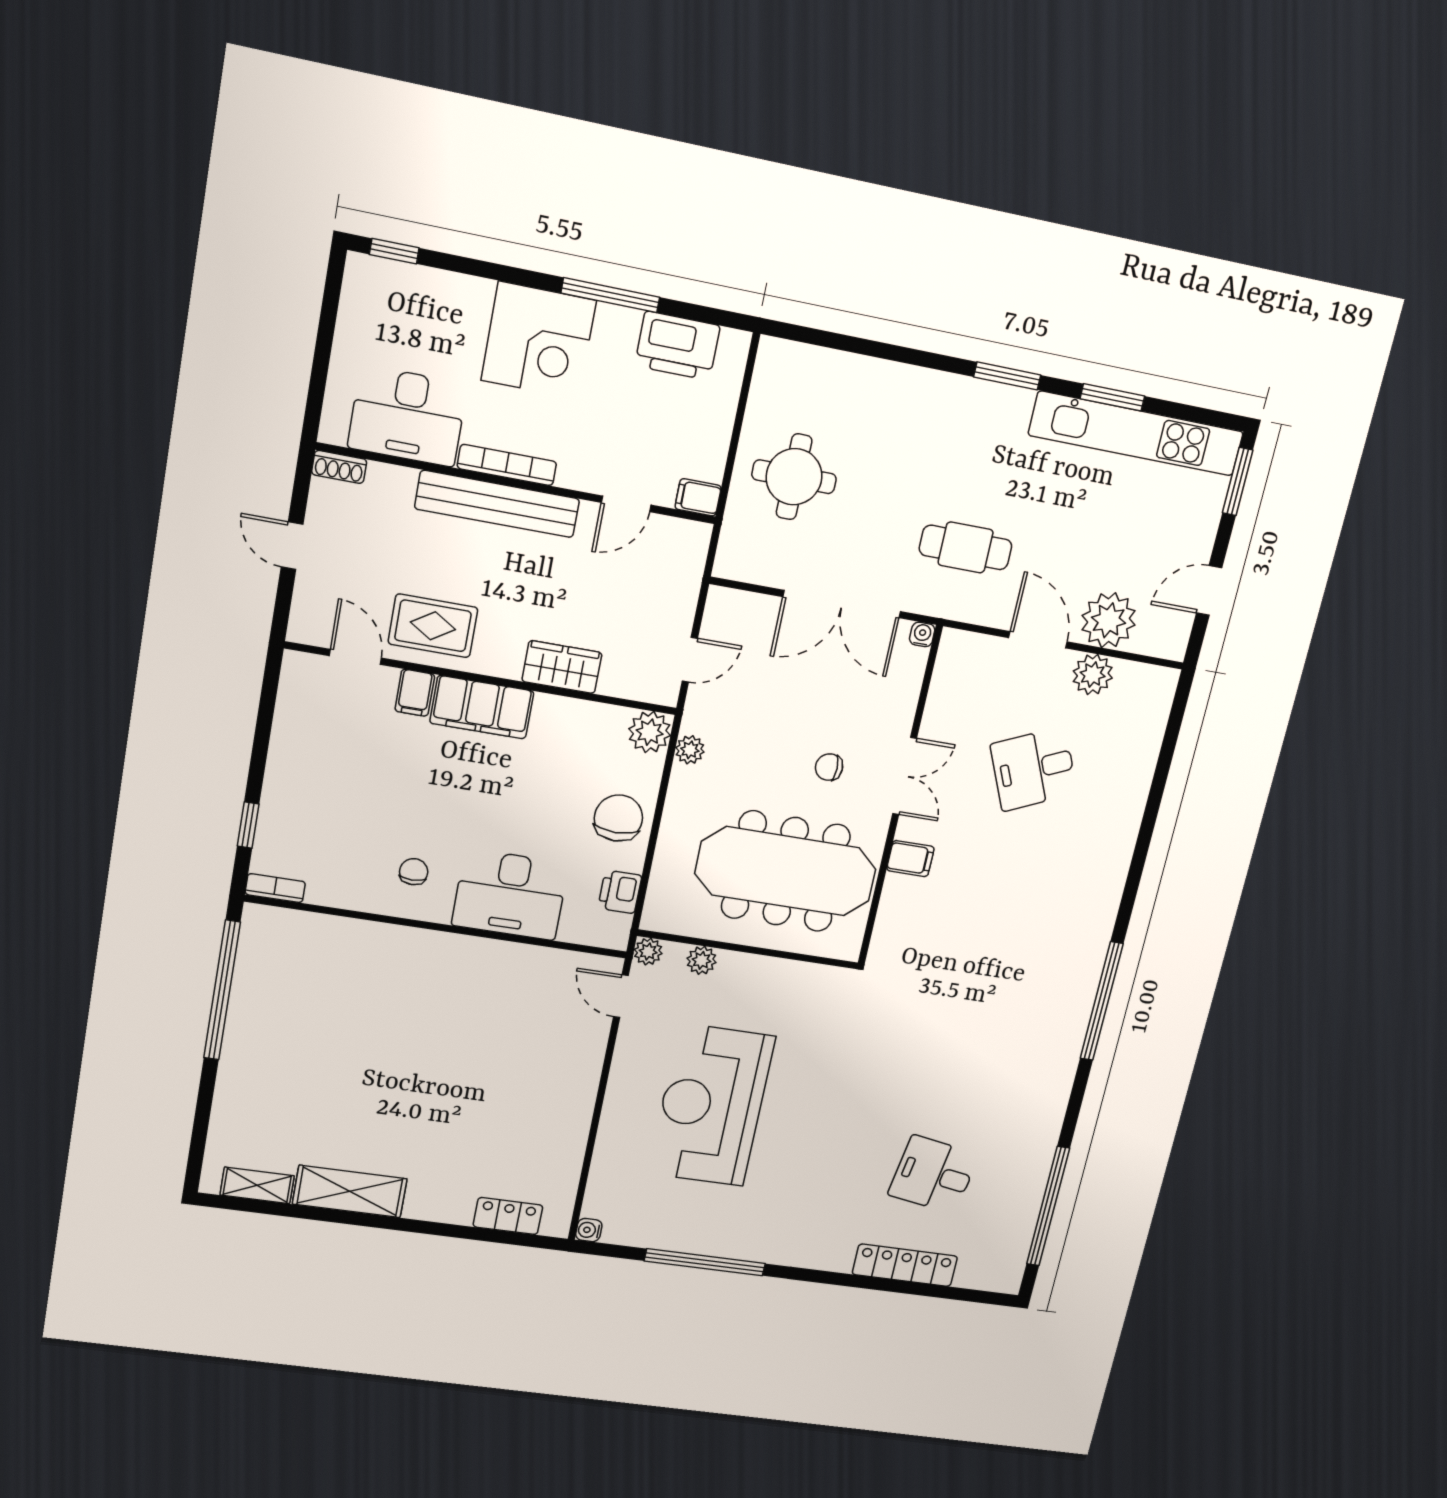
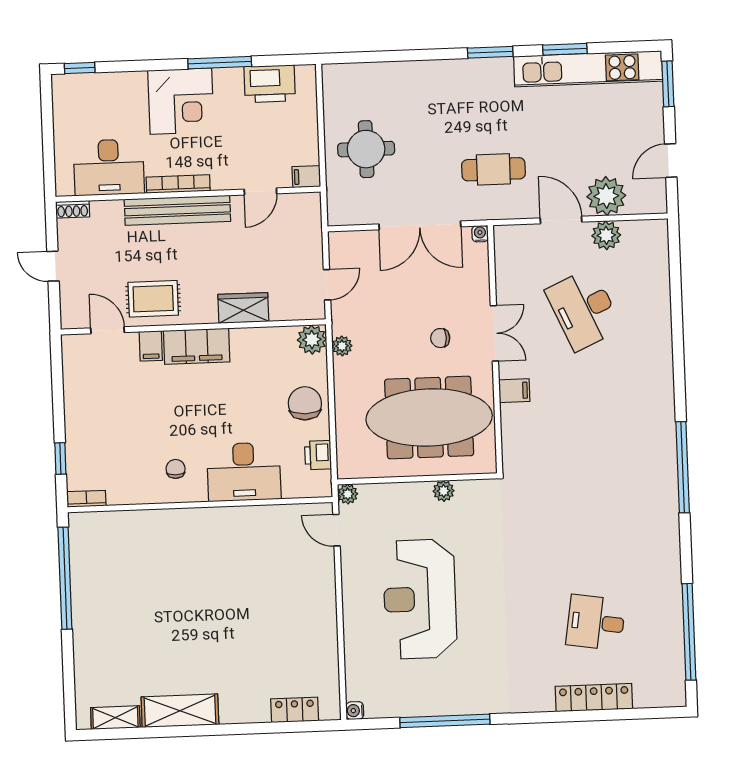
desk: (1034, 769) -> (584, 309), width x1.37
plant: (702, 960) -> (444, 491), moved

